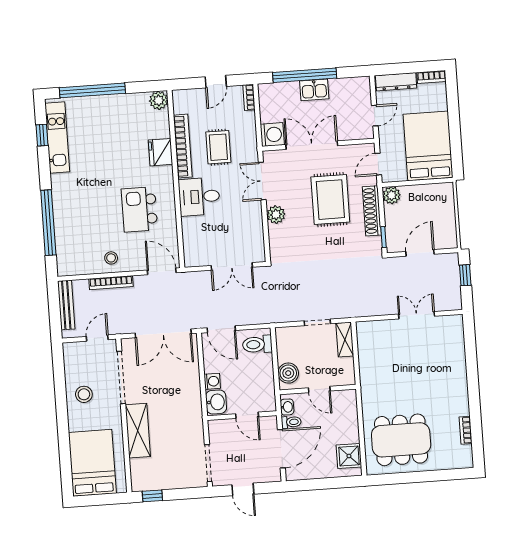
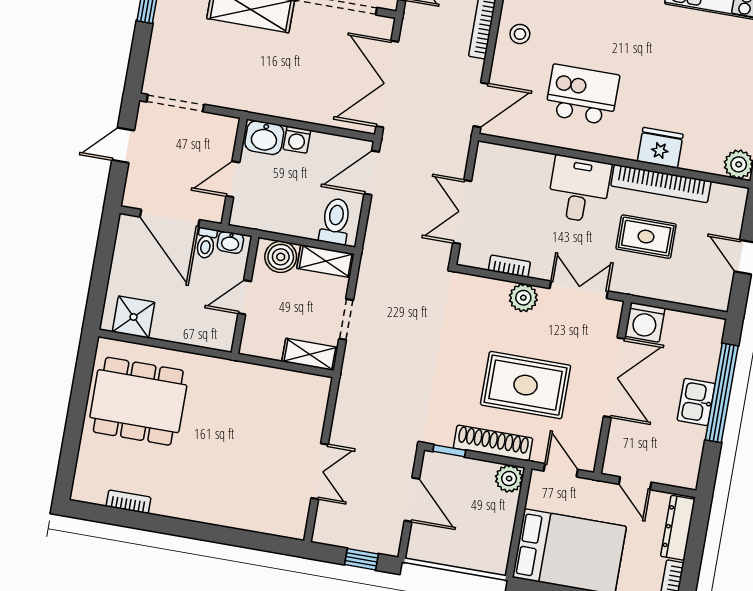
bookcase: (249, 97) -> (509, 266), moved
shelving: (284, 344) -> (326, 261), added
dining table: (401, 440) -> (138, 401), turned 90

